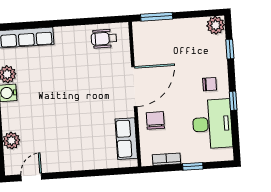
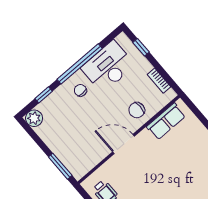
door: (134, 87) -> (124, 144), width x0.73
window: (233, 101) -> (80, 64), width x3.17
window: (193, 166) -> (141, 47), moved

